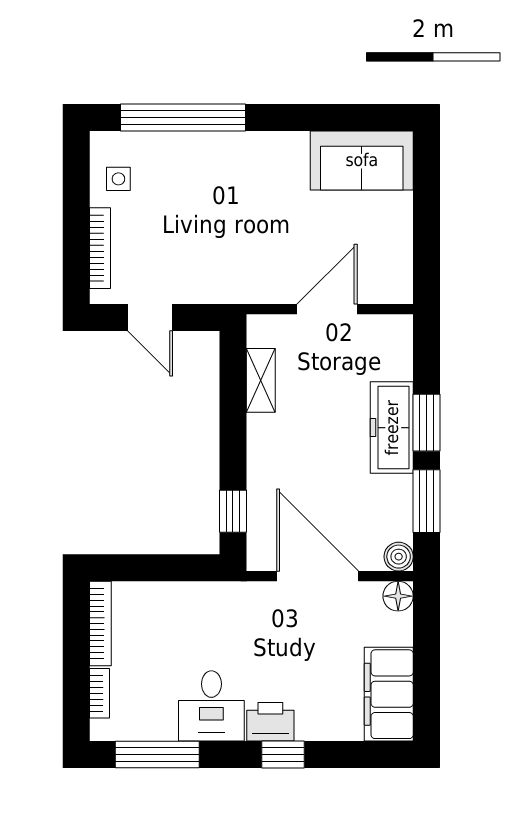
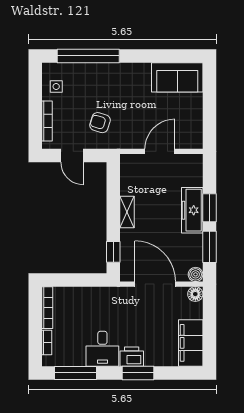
armchair: (207, 251) -> (100, 123), added
shelving: (261, 380) -> (127, 212), moved
window: (283, 755) -> (138, 373), width x1.50

